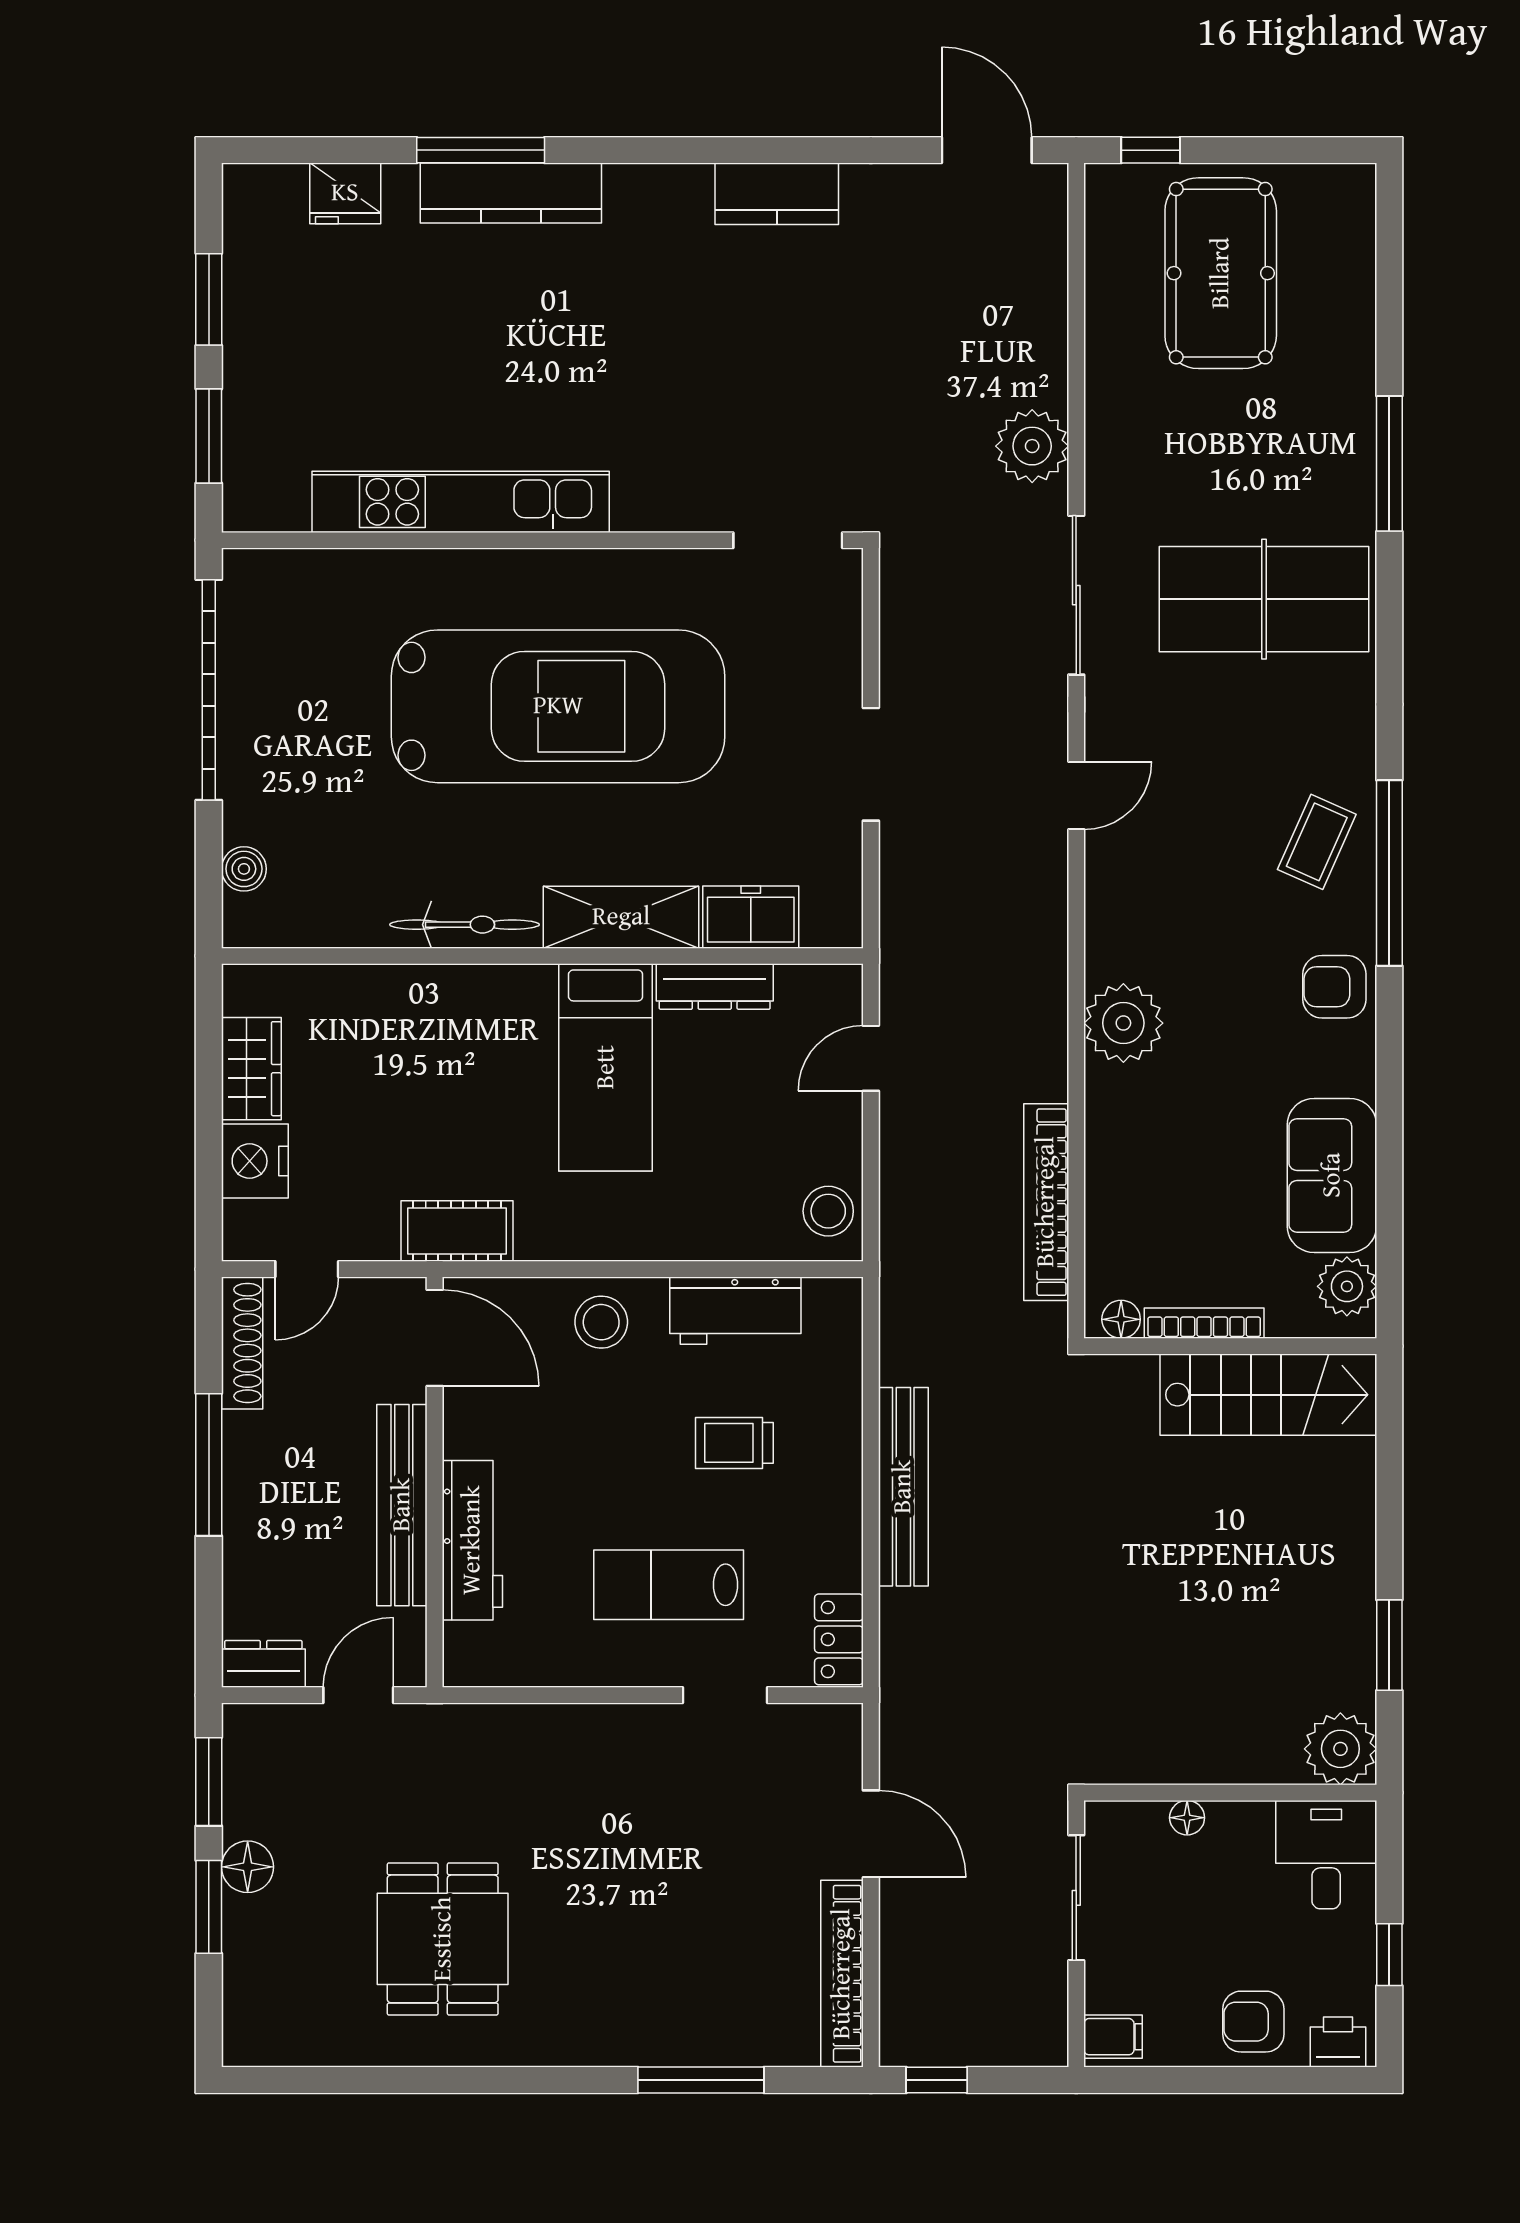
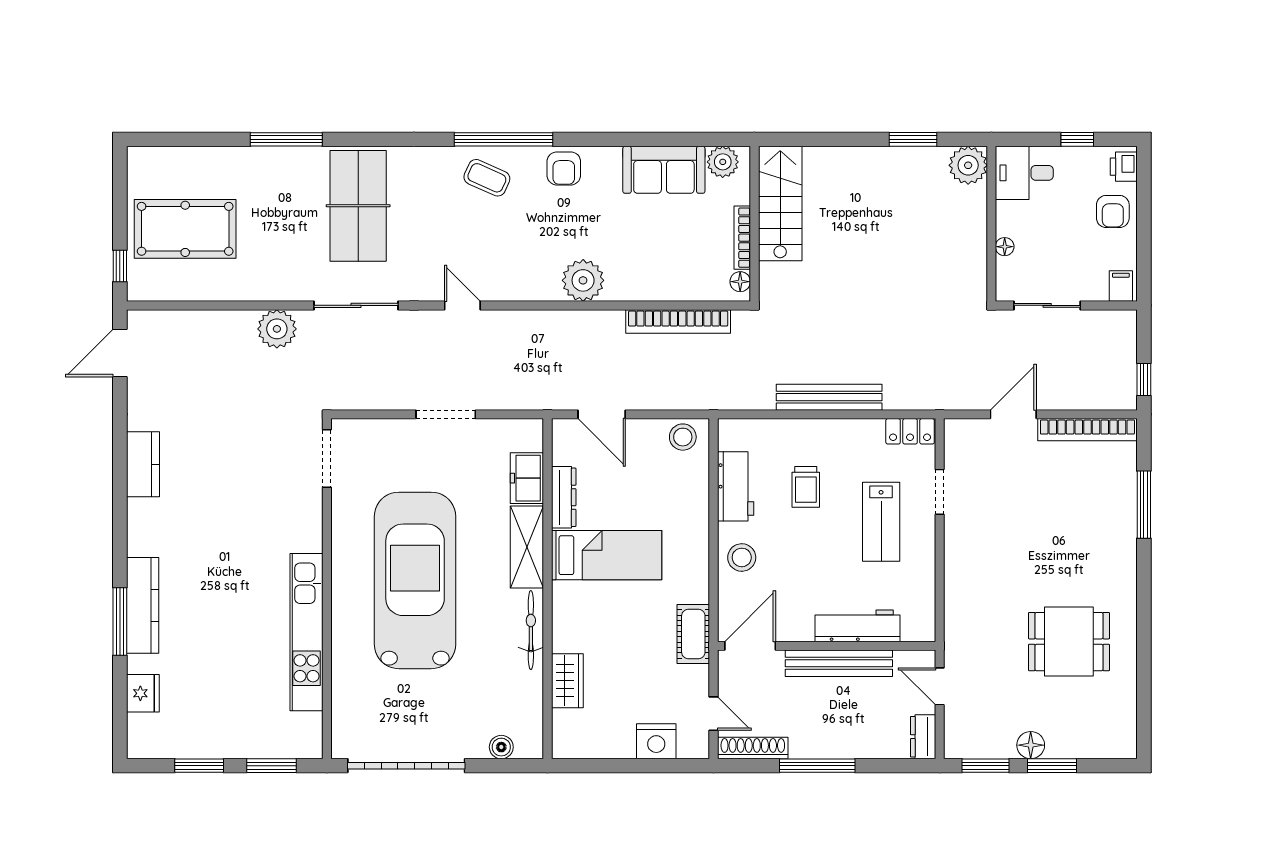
door: (871, 1058) -> (602, 414), width x1.38
wardrobe: (251, 1069) -> (567, 681), moved, turned 90

